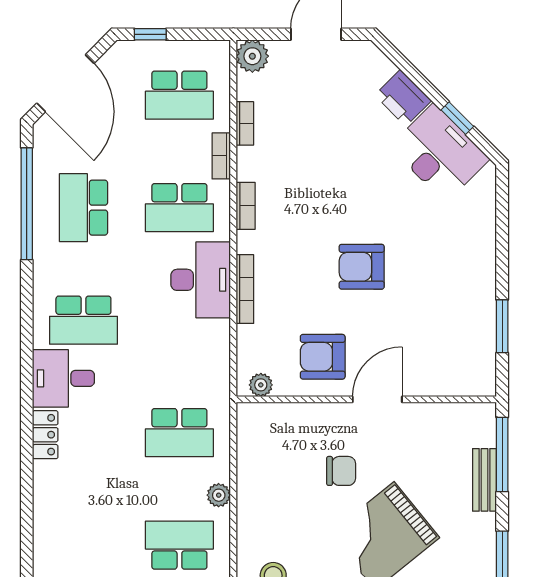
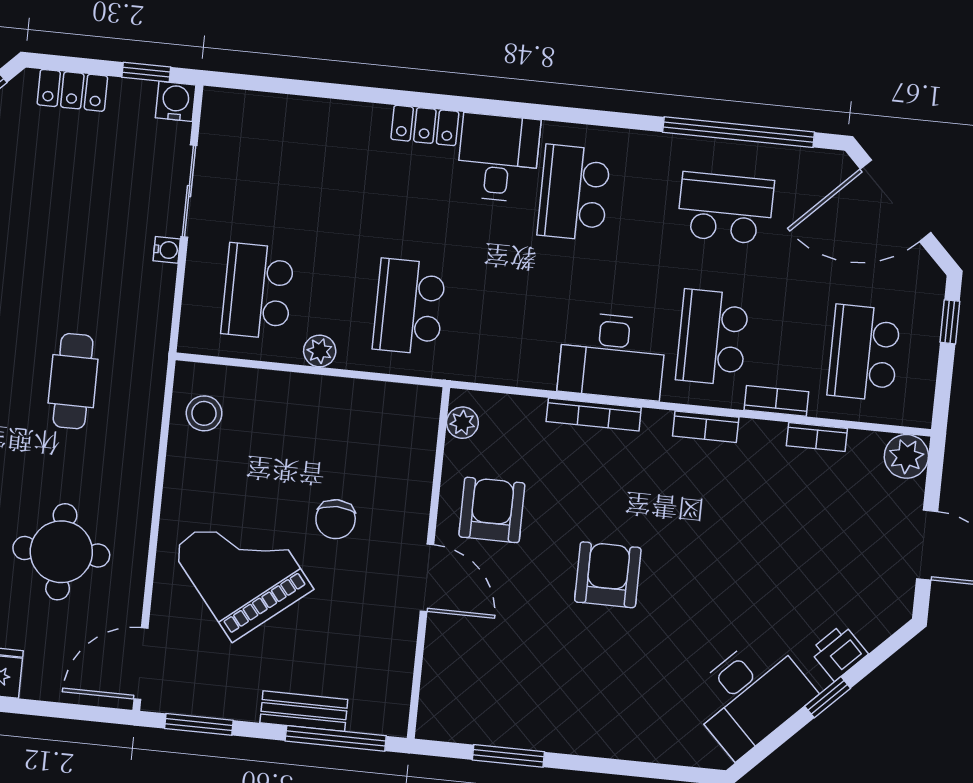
printer: (403, 98) -> (839, 652), width x0.73, depth x0.81
window: (457, 118) -> (828, 697), moved
school desk: (179, 545) -> (258, 291), turned 180

